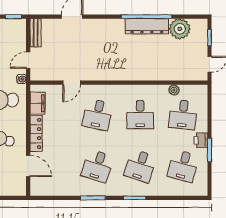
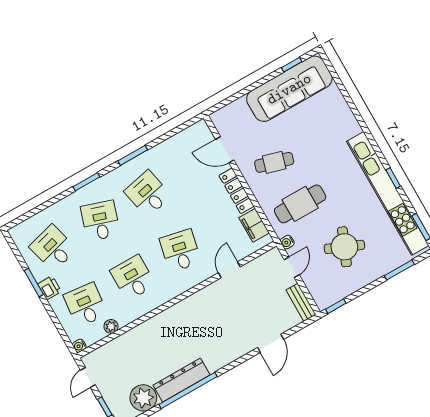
water cooler: (203, 89) -> (79, 346), added
desk: (97, 166) -> (148, 194), turned -30
desk: (183, 166) -> (53, 248), turned -30

